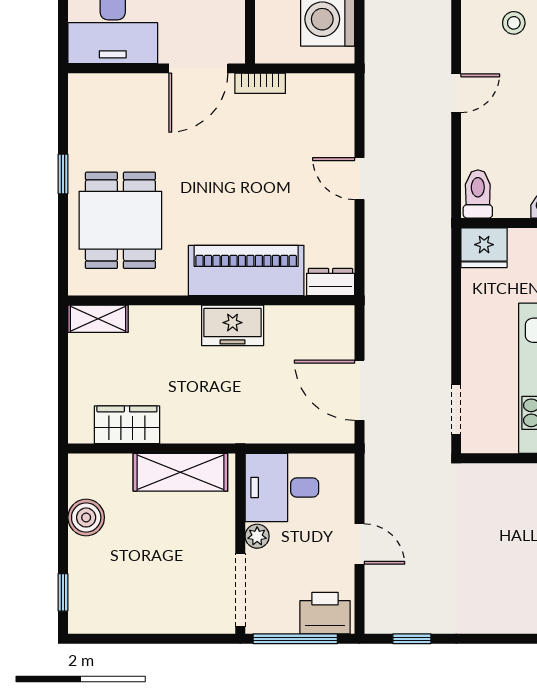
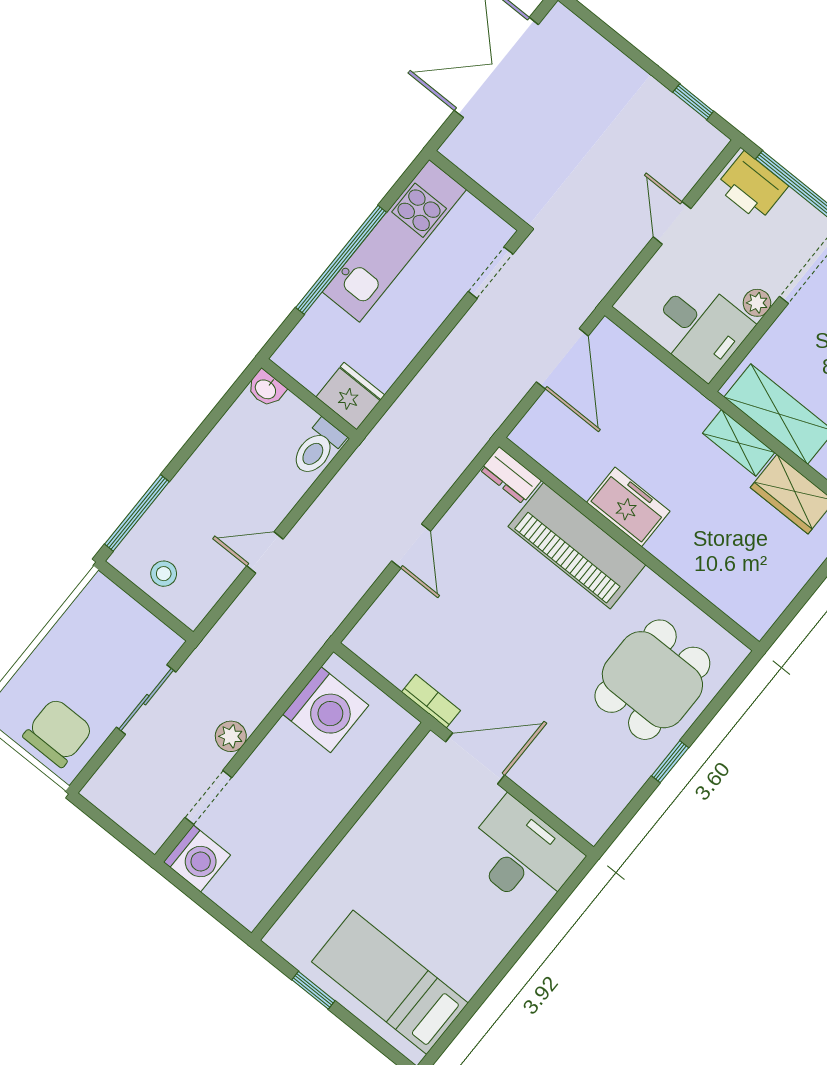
shelving: (98, 319) -> (739, 443), moved

